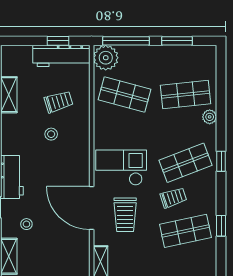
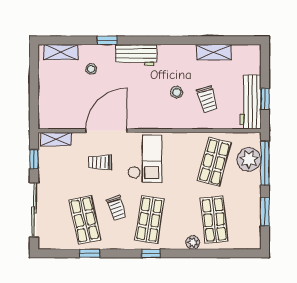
plant: (106, 58) -> (249, 159), moved
shop shelf: (185, 163) -> (149, 220), turned 30
trolley: (125, 215) -> (100, 162), width x0.73, depth x0.72

